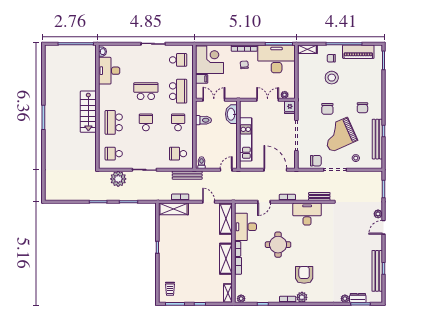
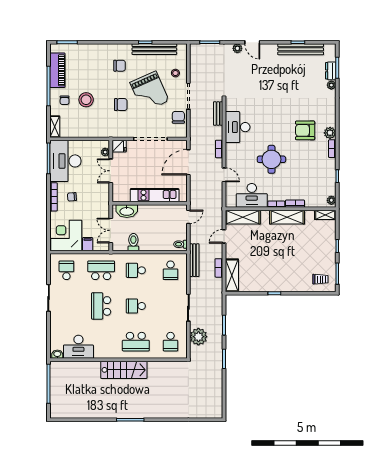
door: (226, 170) -> (188, 217), swing flipped

